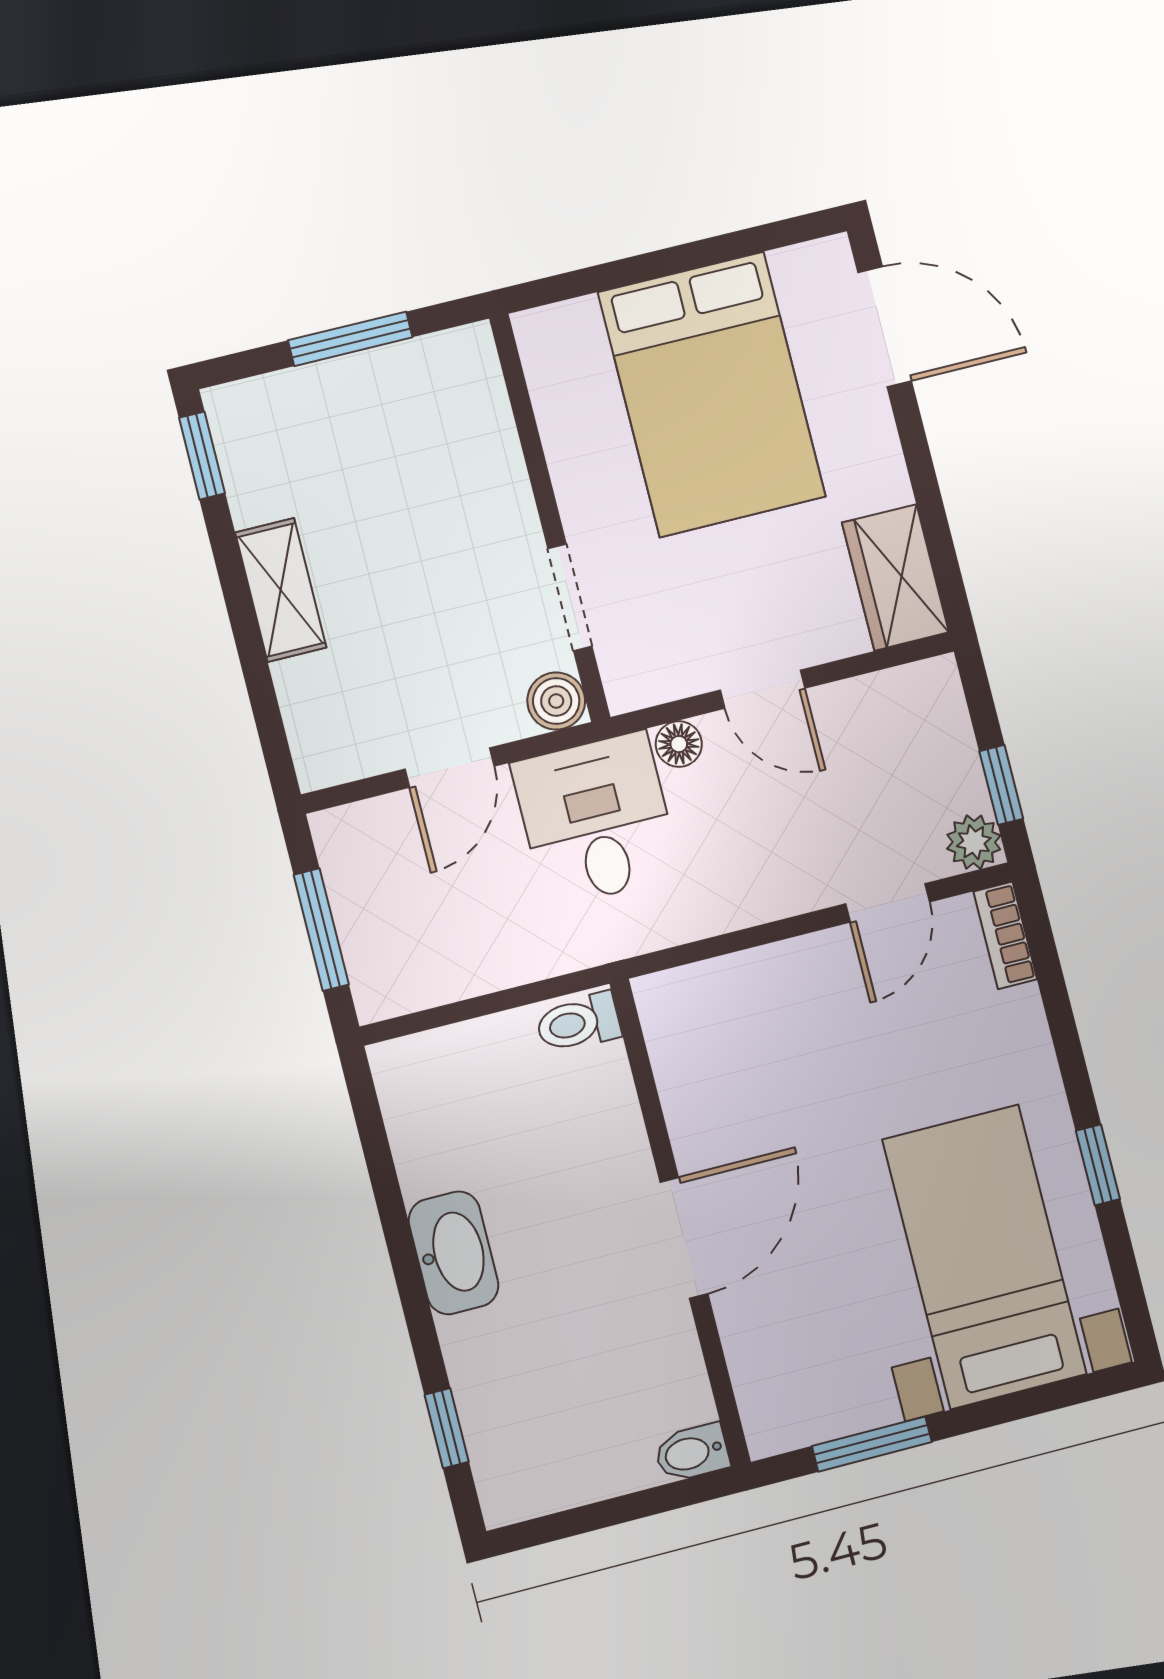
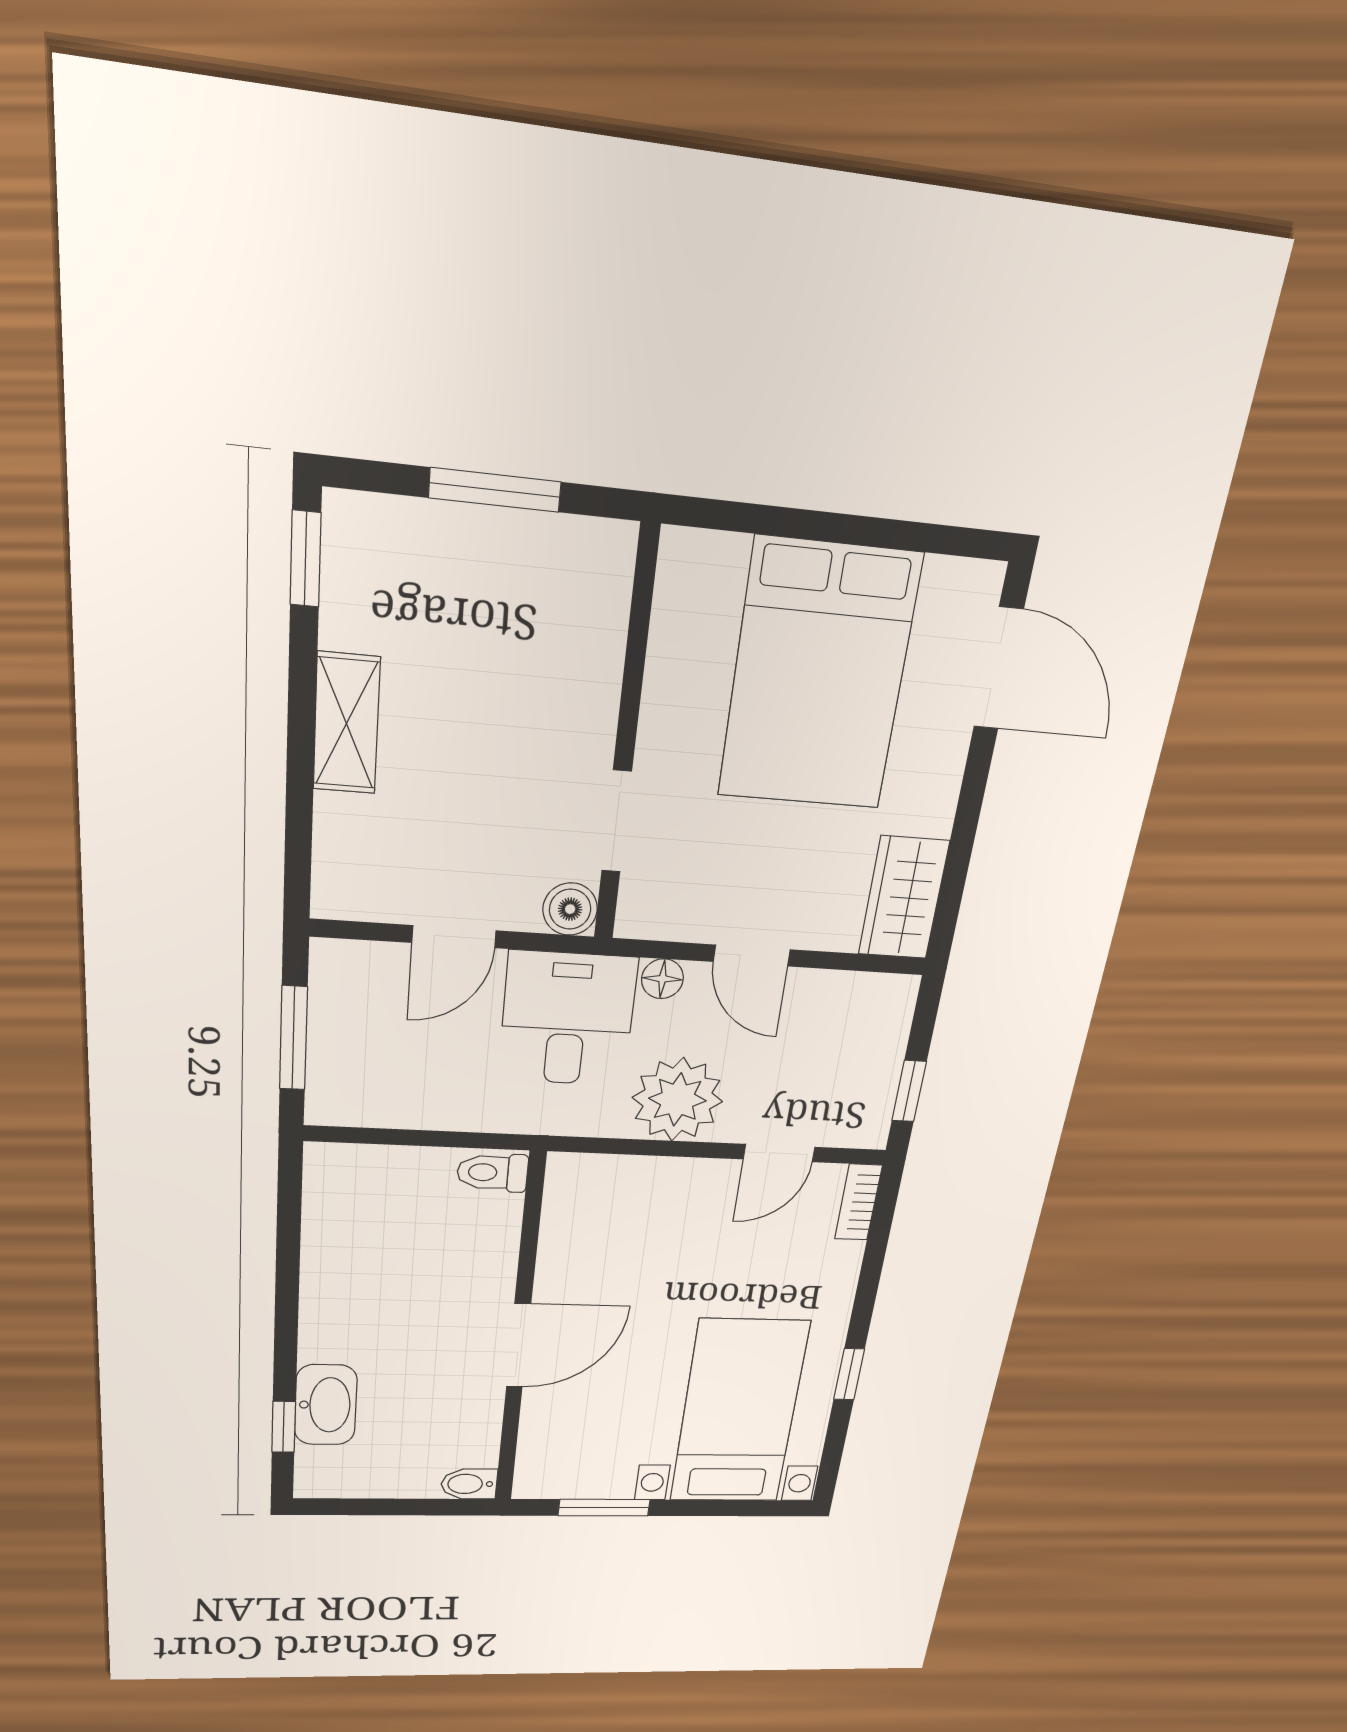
plant: (974, 842) -> (677, 1099), moved, width x1.87, depth x1.87
washbasin: (454, 1253) -> (326, 1405), moved

